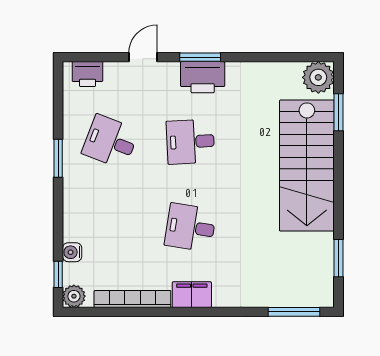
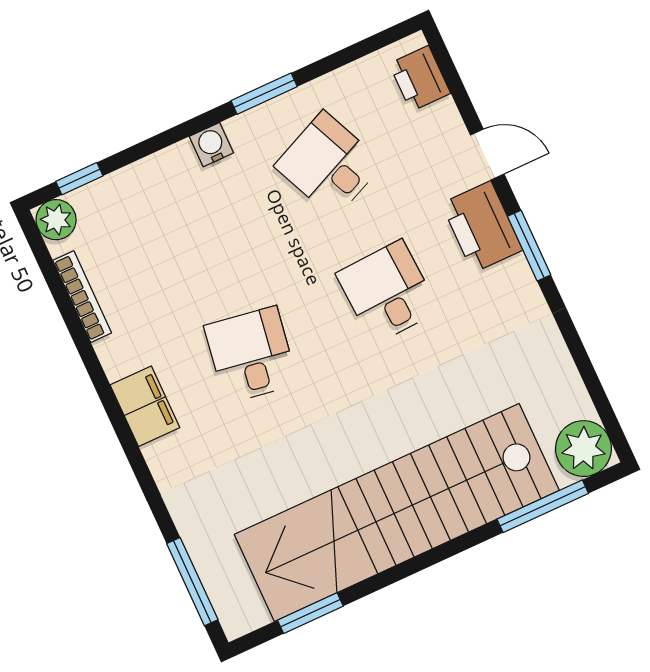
printer: (203, 77) -> (482, 227), moved
window: (338, 112) -> (543, 506), width x1.44
desk: (110, 142) -> (329, 165), turned -45
stairs: (307, 166) -> (397, 512), width x1.36
water cooler: (72, 252) -> (211, 145), moved
bookcase: (132, 299) -> (82, 297), width x0.68, depth x0.76

